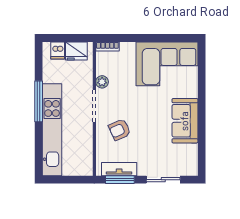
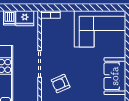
plant: (102, 82) -> (46, 44), removed

